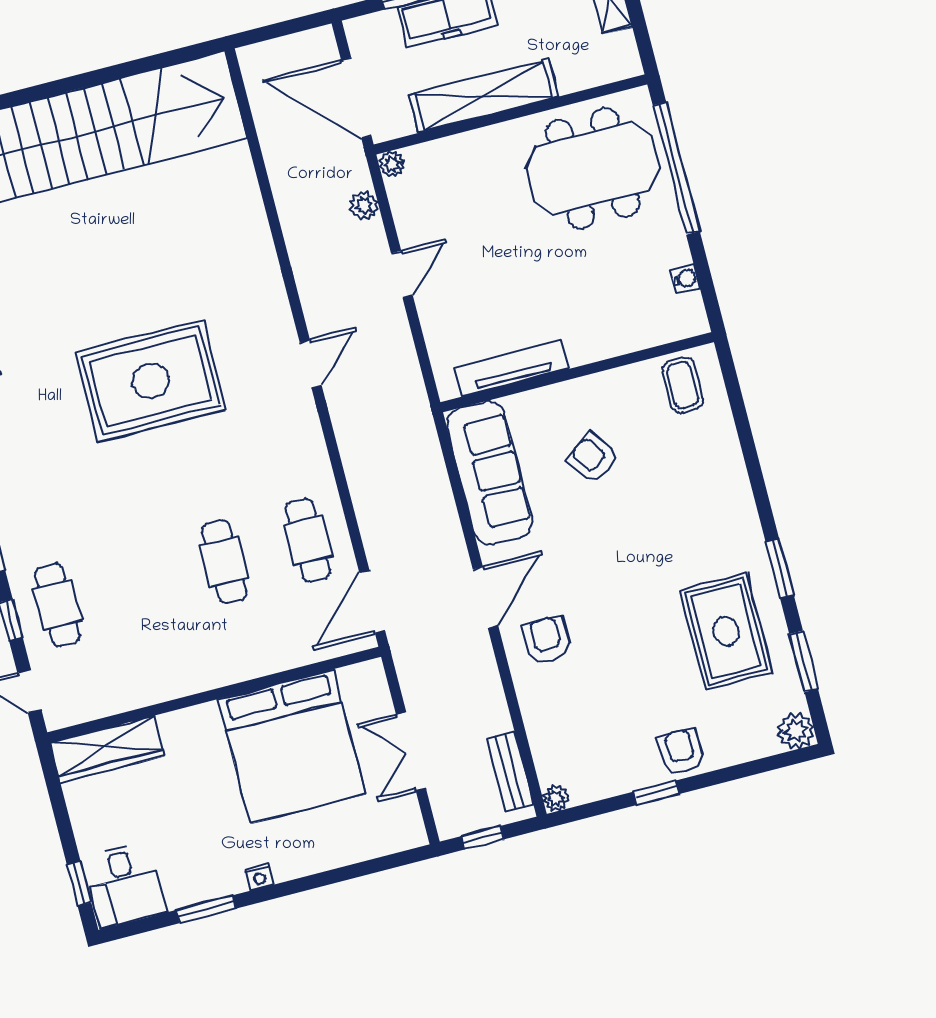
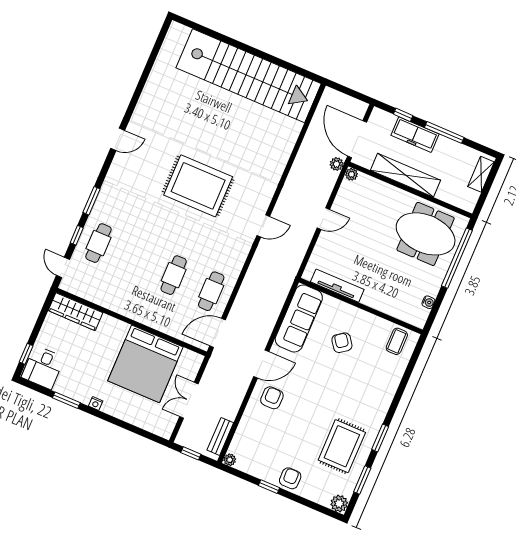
plant: (364, 206) -> (337, 164), moved

